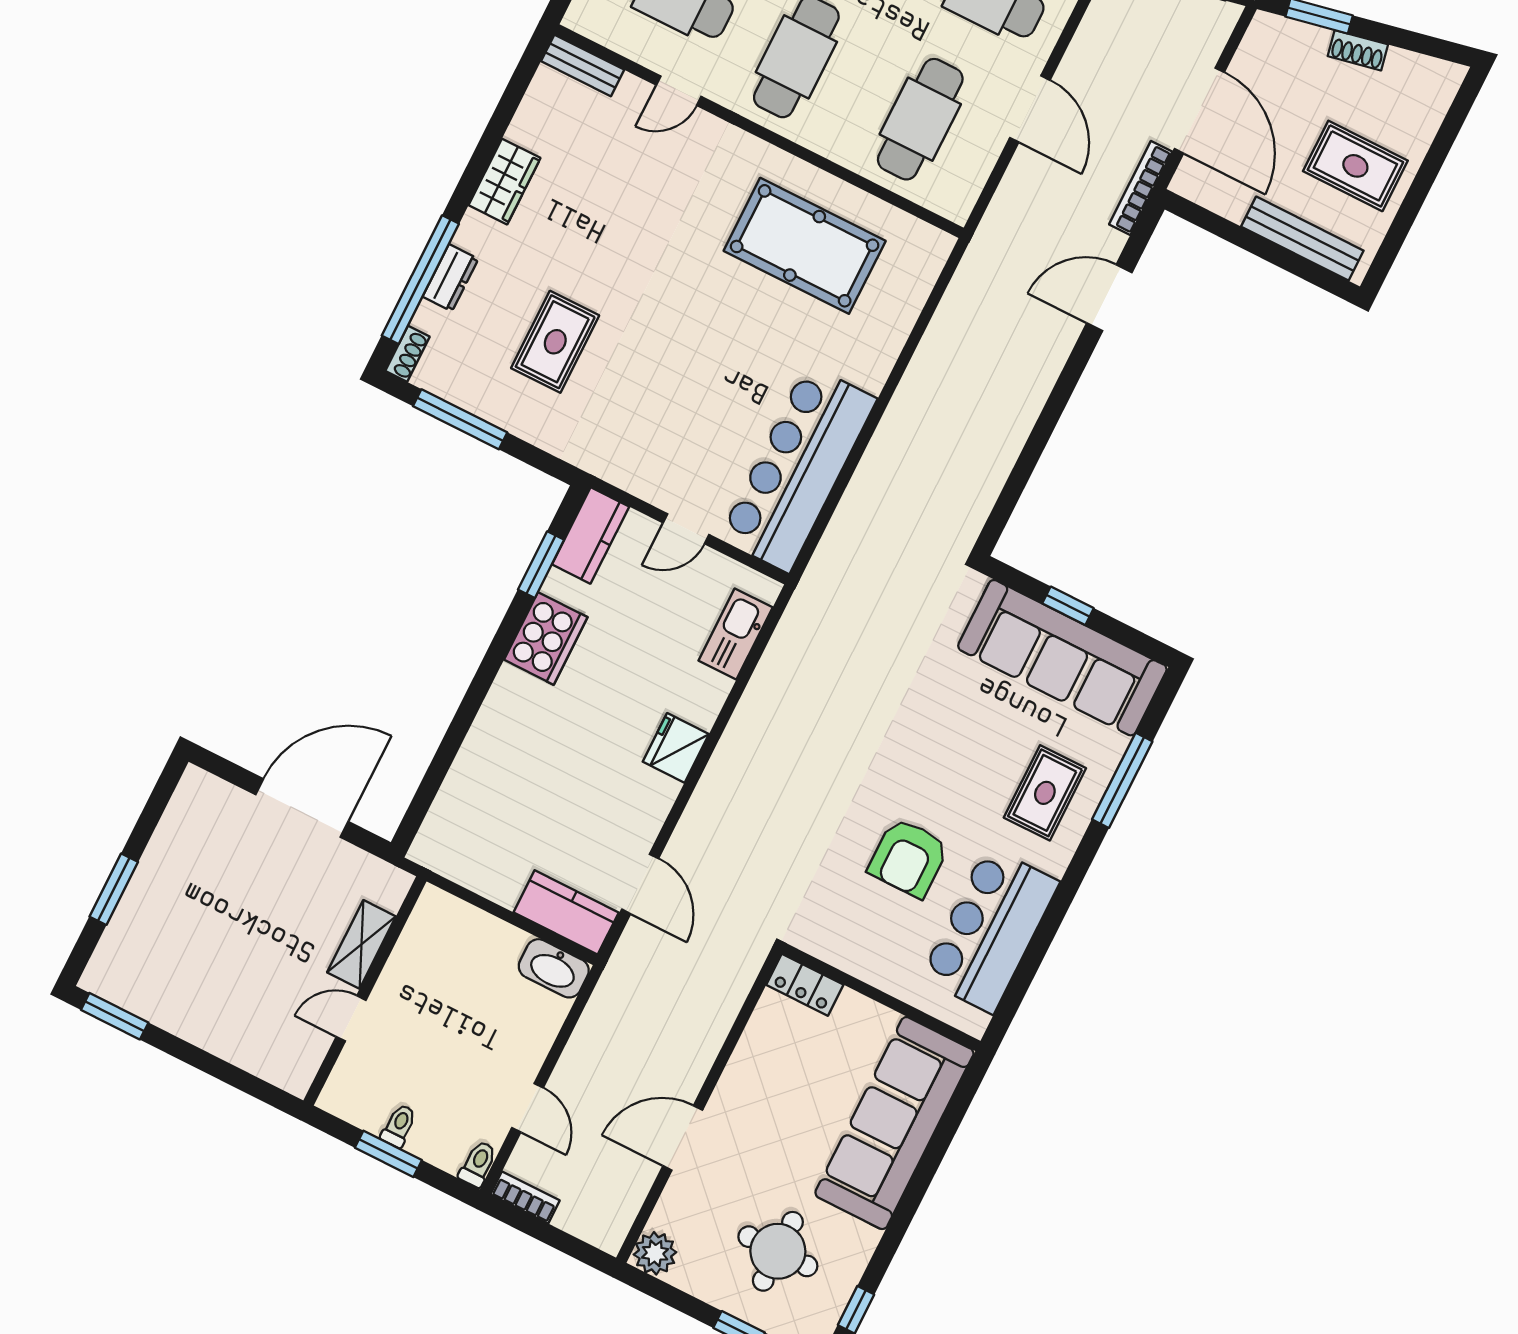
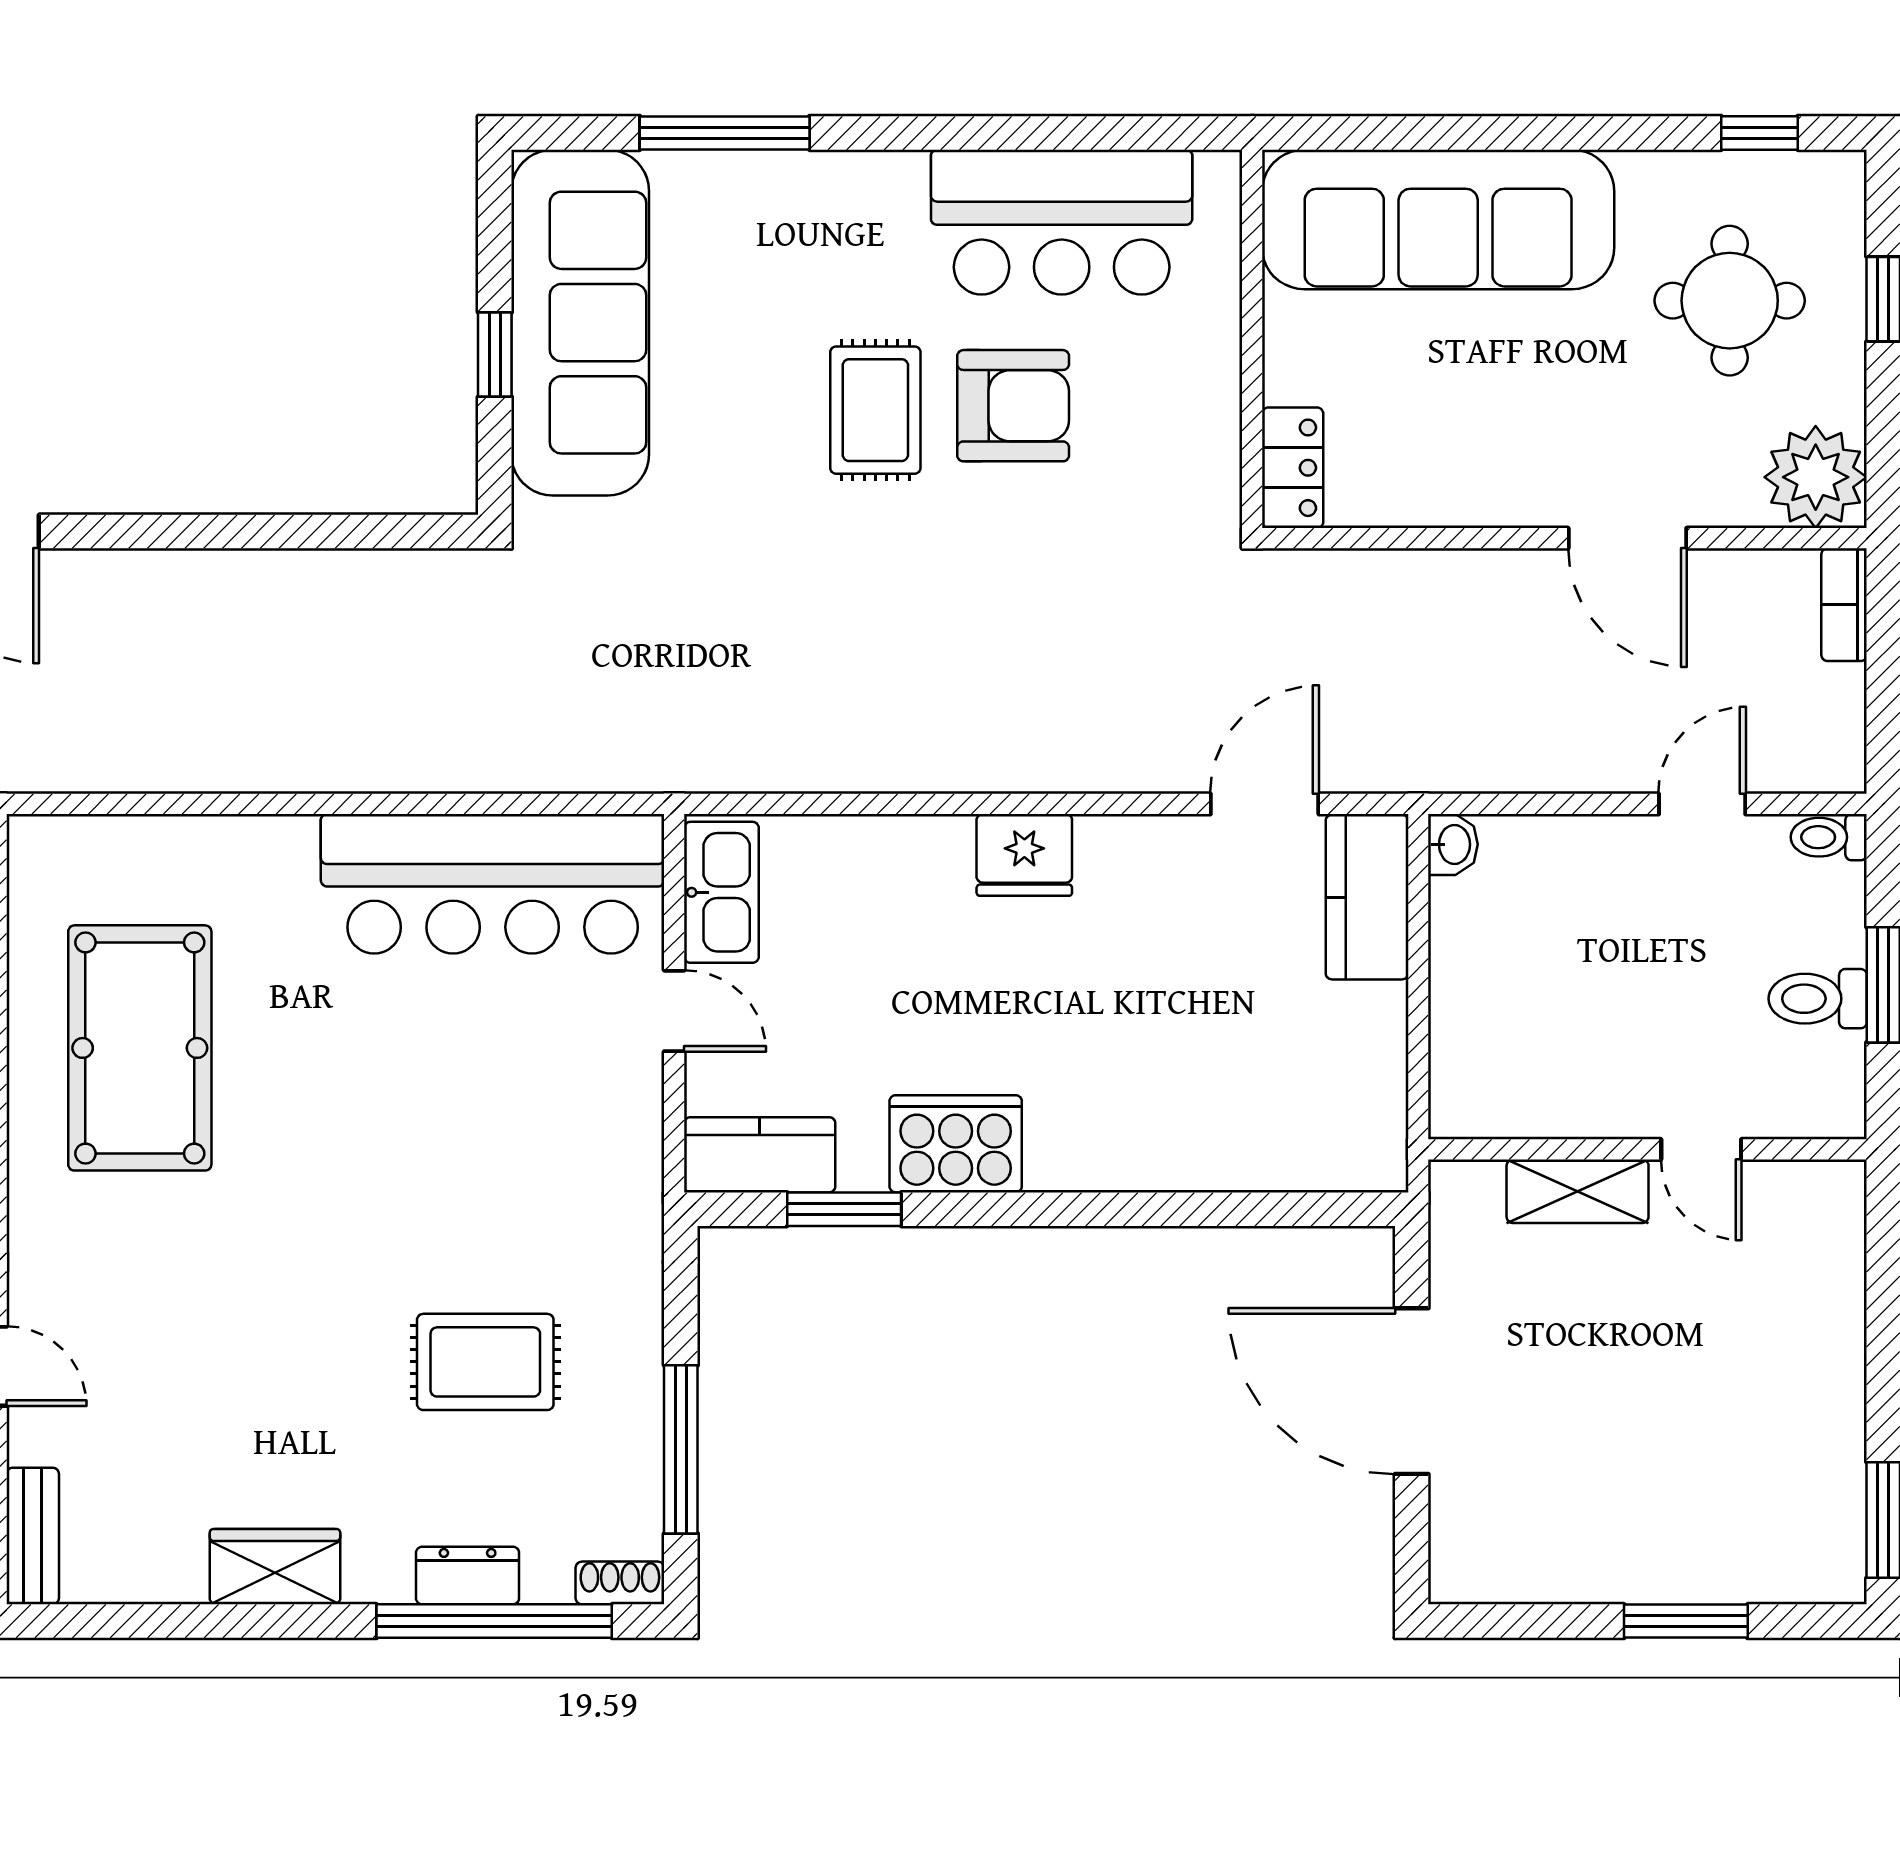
kitchen sink: (736, 634) -> (721, 892), moved, turned -90
rug: (1045, 793) -> (875, 410), moved, turned 90
washbasin: (554, 968) -> (1453, 844), width x0.52, depth x0.69
toilet: (399, 1126) -> (1818, 999), width x1.37, depth x1.39
bookcase: (525, 1197) -> (1844, 605), moved
plant: (655, 1253) -> (1816, 477), width x1.36, depth x1.36

